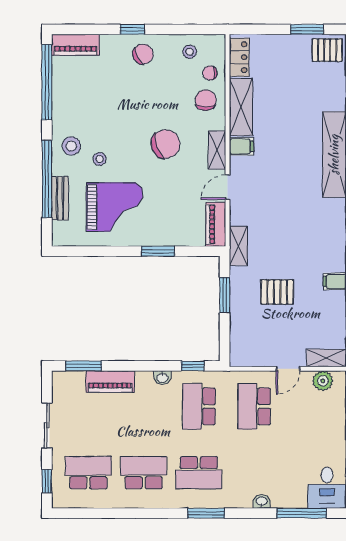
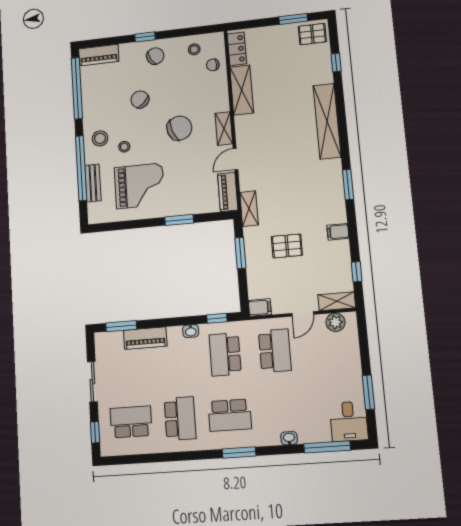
chair: (206, 100) -> (140, 99), moved, turned -43
filing cabinet: (241, 146) -> (260, 307), moved
school desk: (254, 406) -> (275, 351), turned 180
school desk: (144, 473) -> (180, 419), turned 90

